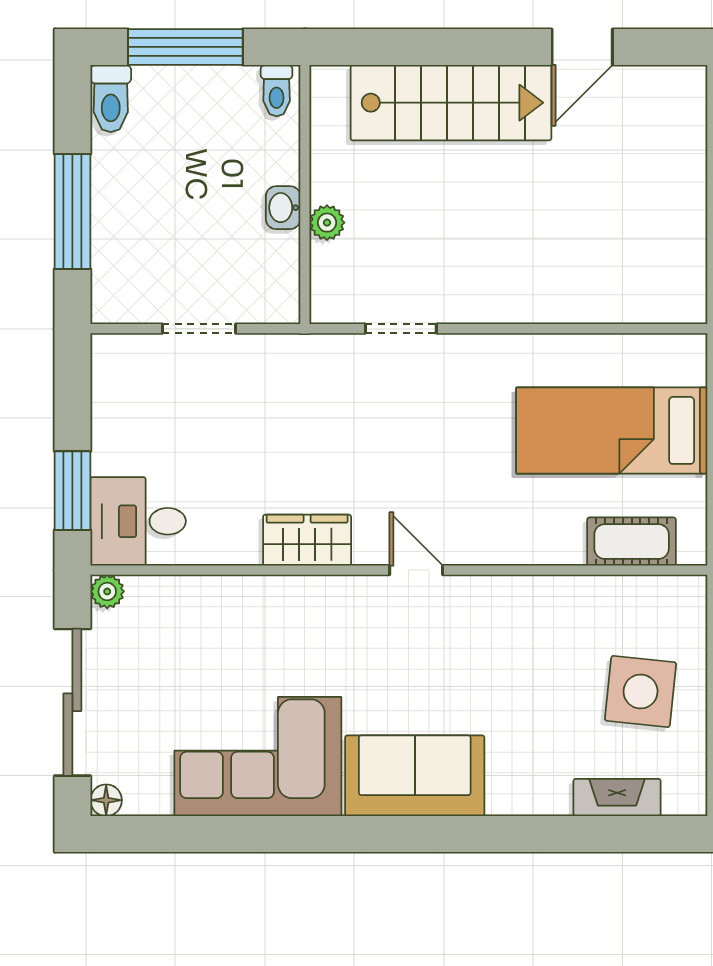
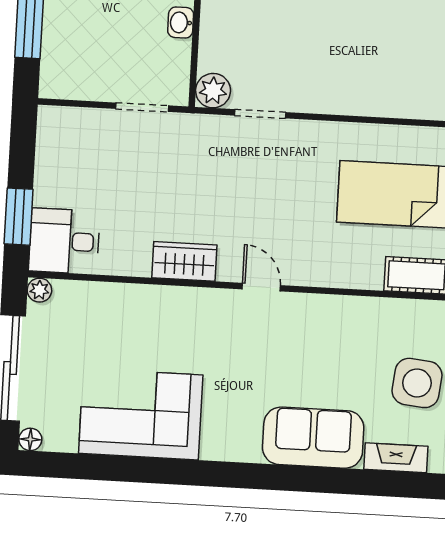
plant: (327, 223) -> (213, 91), moved, width x1.38, depth x1.38
doorway: (199, 329) -> (142, 107), moved
sofa: (415, 776) -> (313, 438), moved

